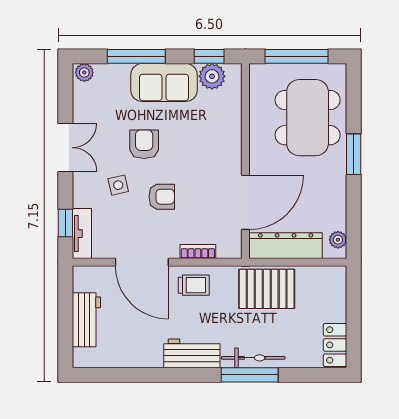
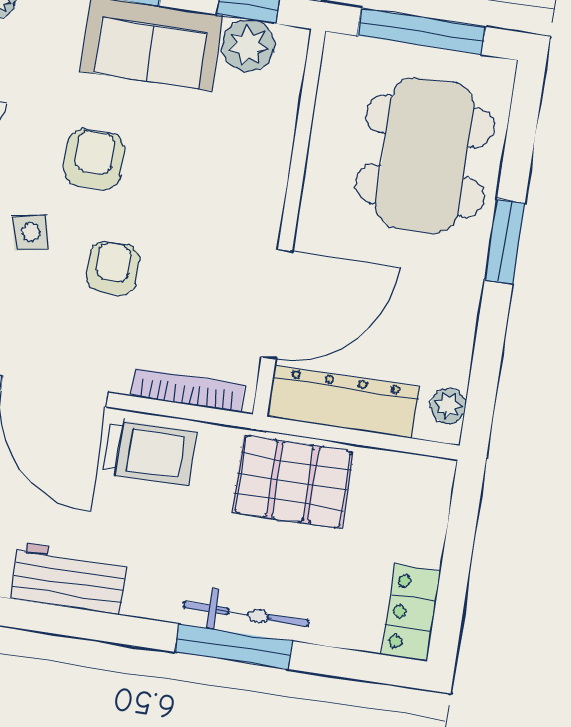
armchair: (162, 197) -> (113, 268), turned -90
bookcase: (198, 252) -> (188, 390), width x1.56
trolley: (194, 285) -> (150, 453), width x1.36, depth x1.39
workbench: (192, 353) -> (69, 578), moved

